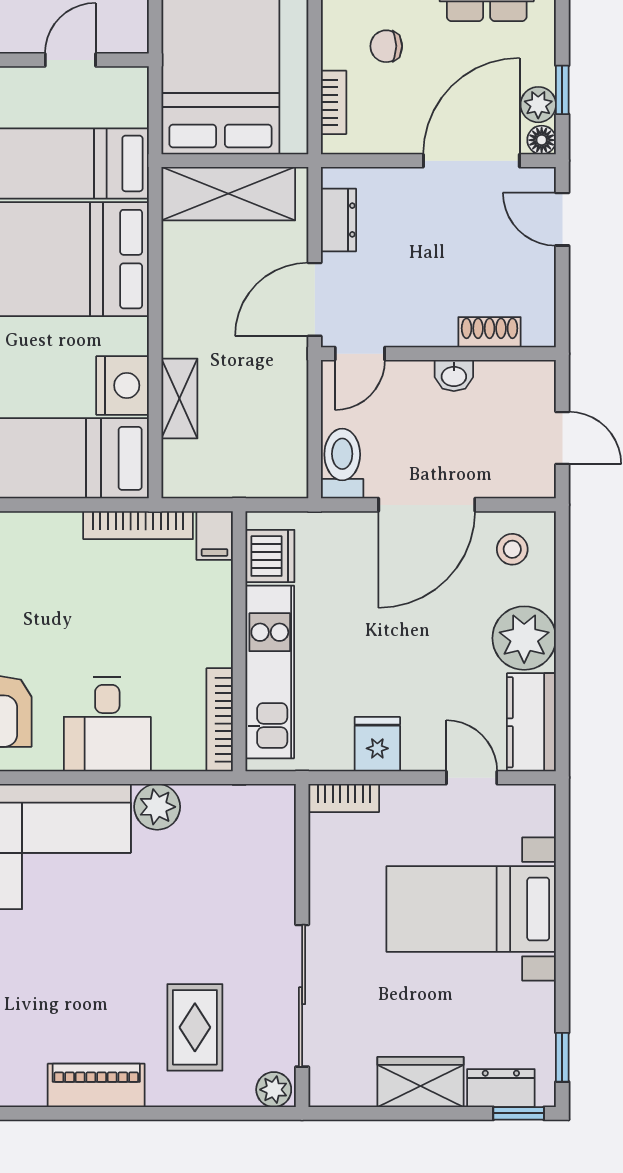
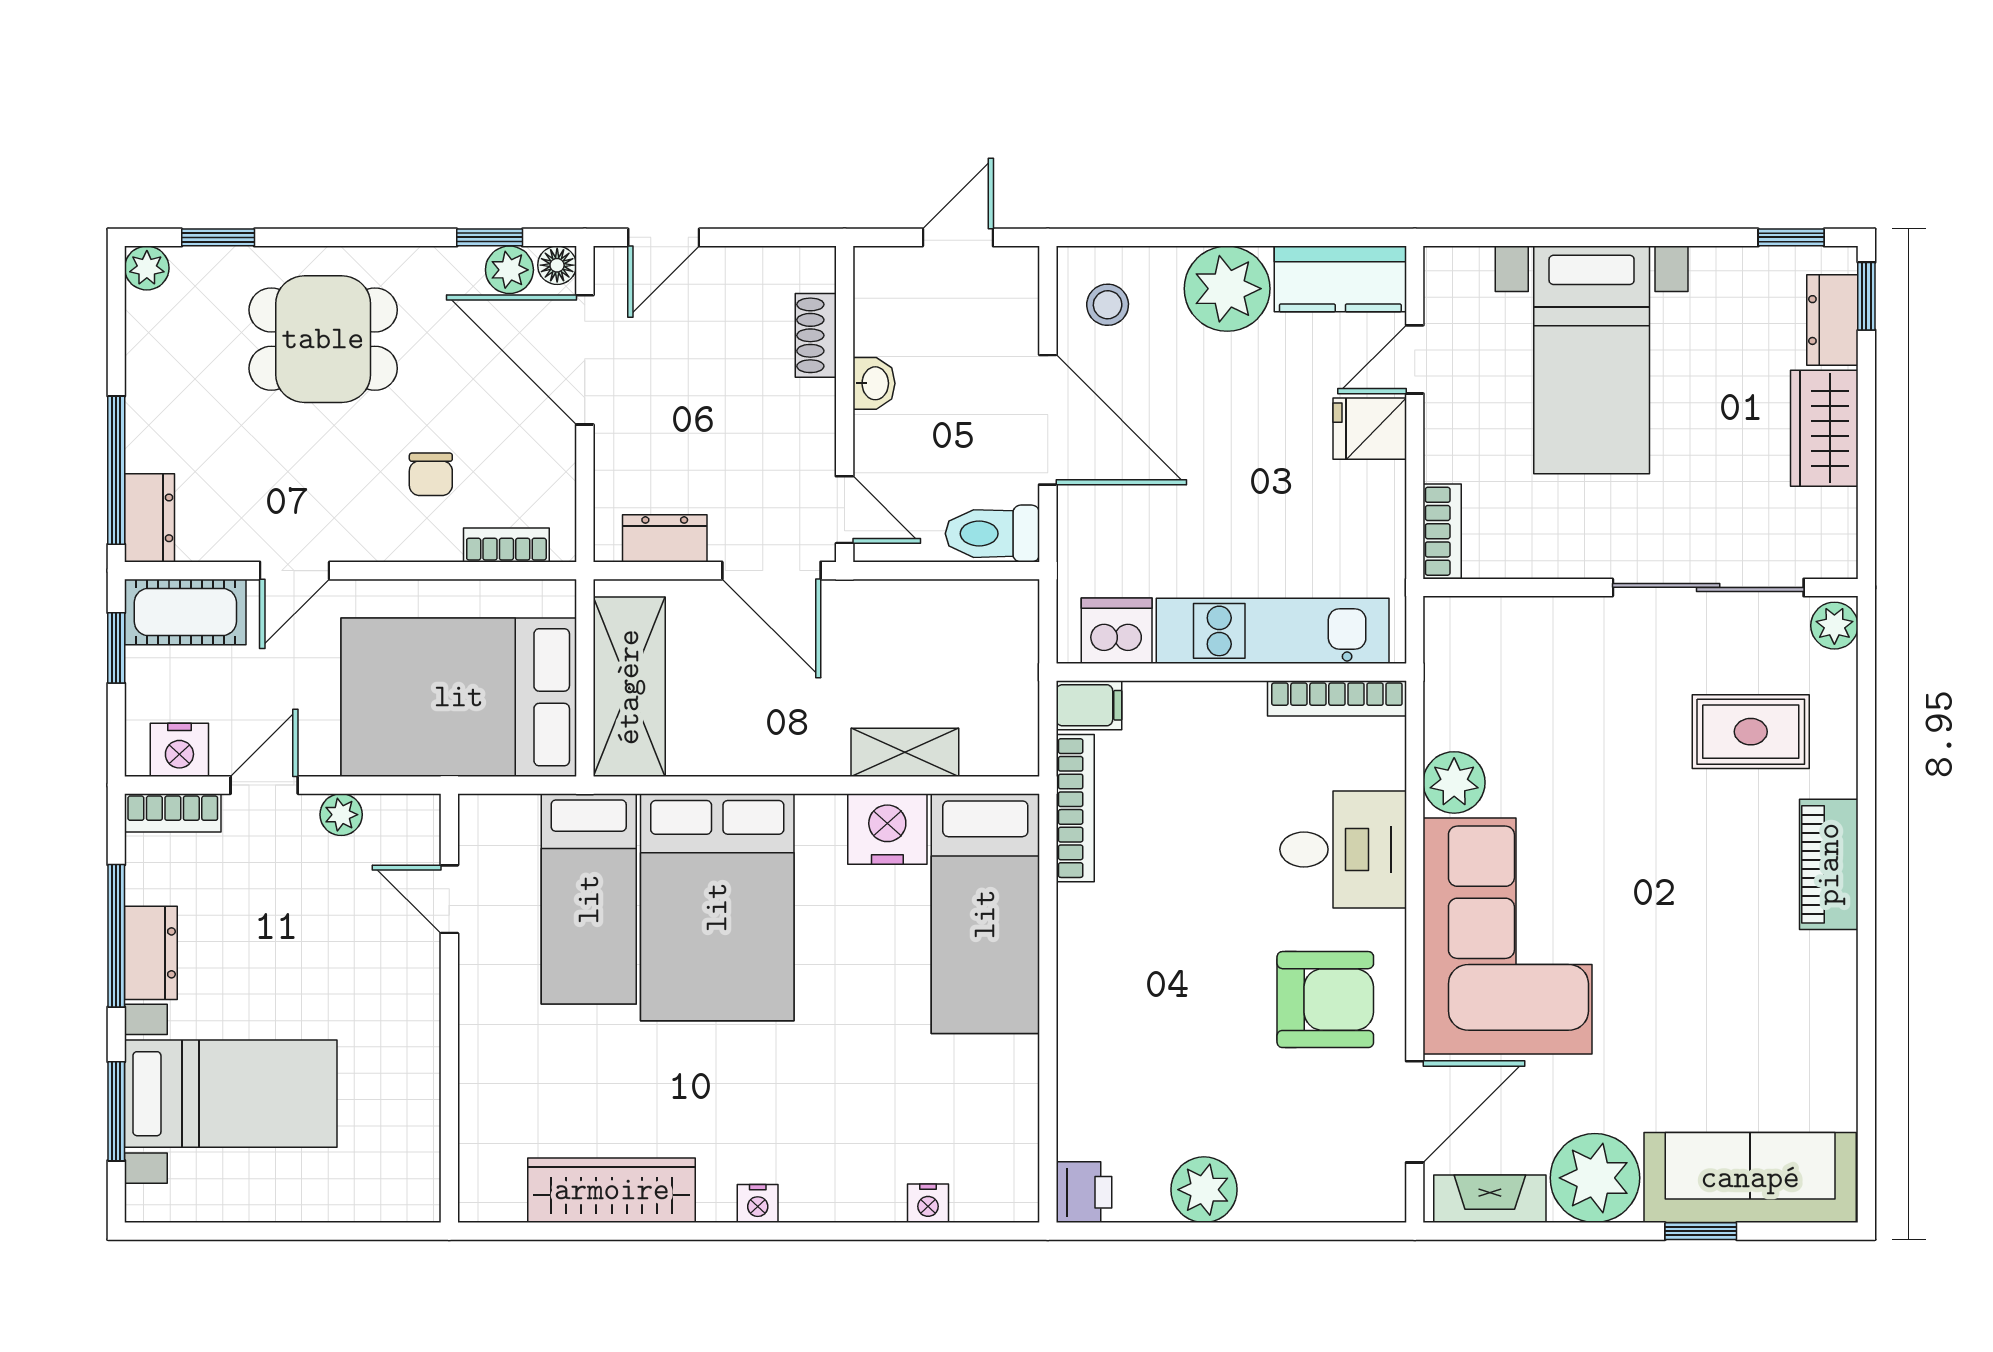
fridge: (377, 744) -> (1370, 429), moved

